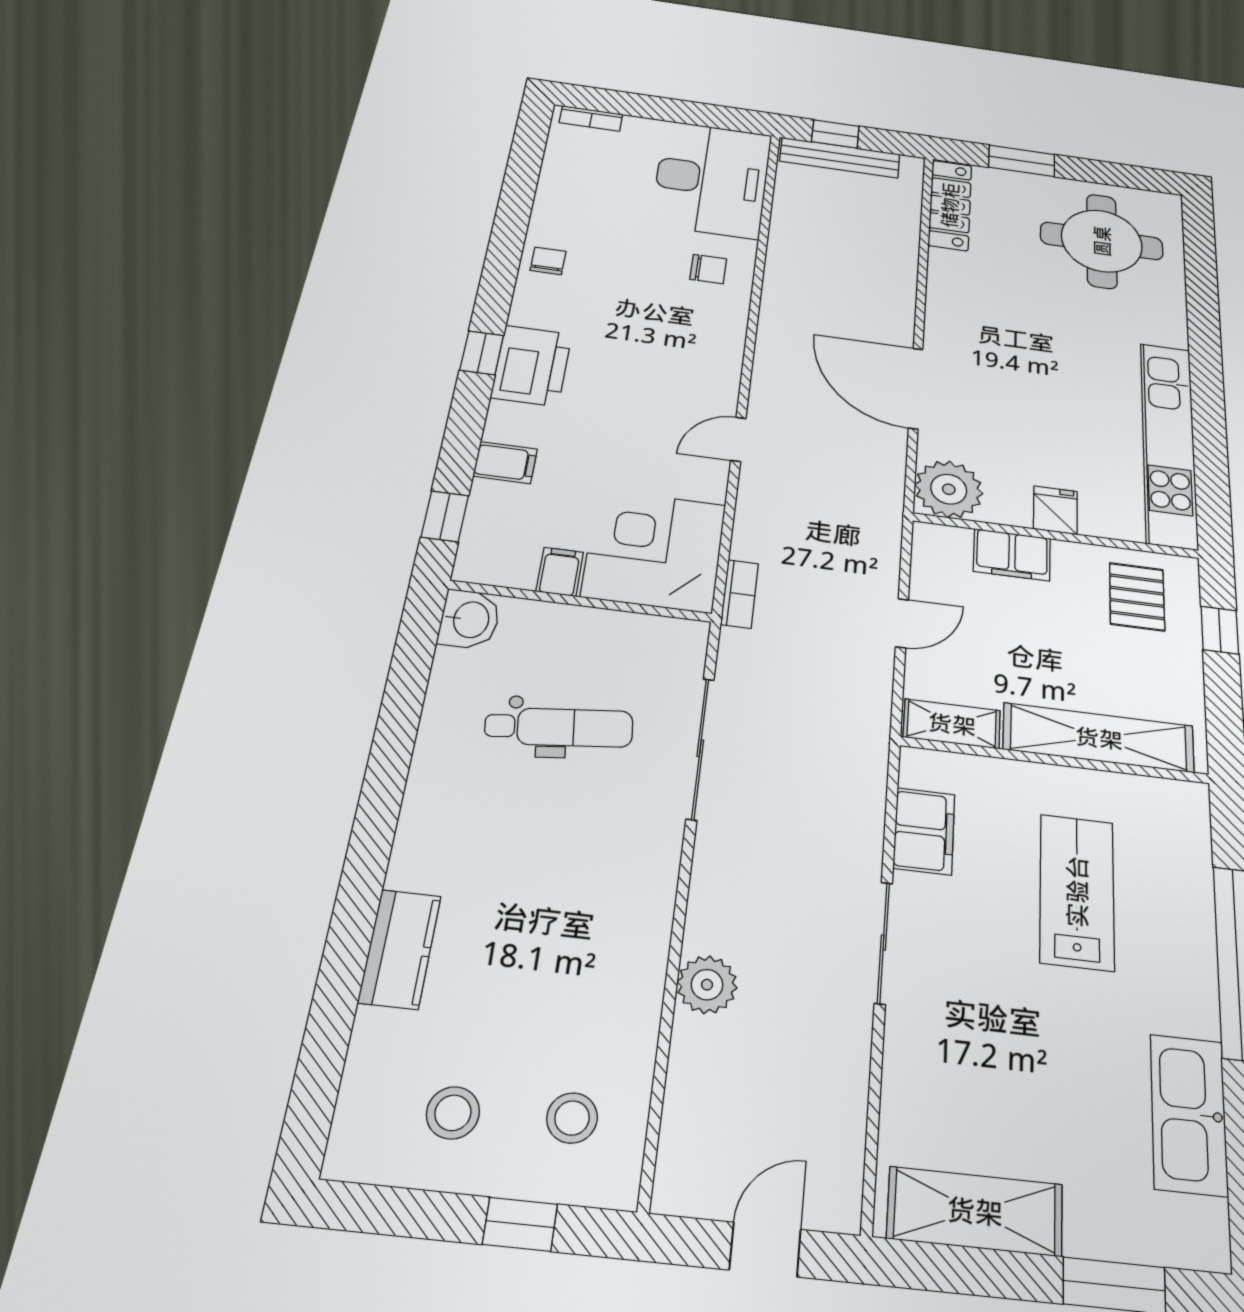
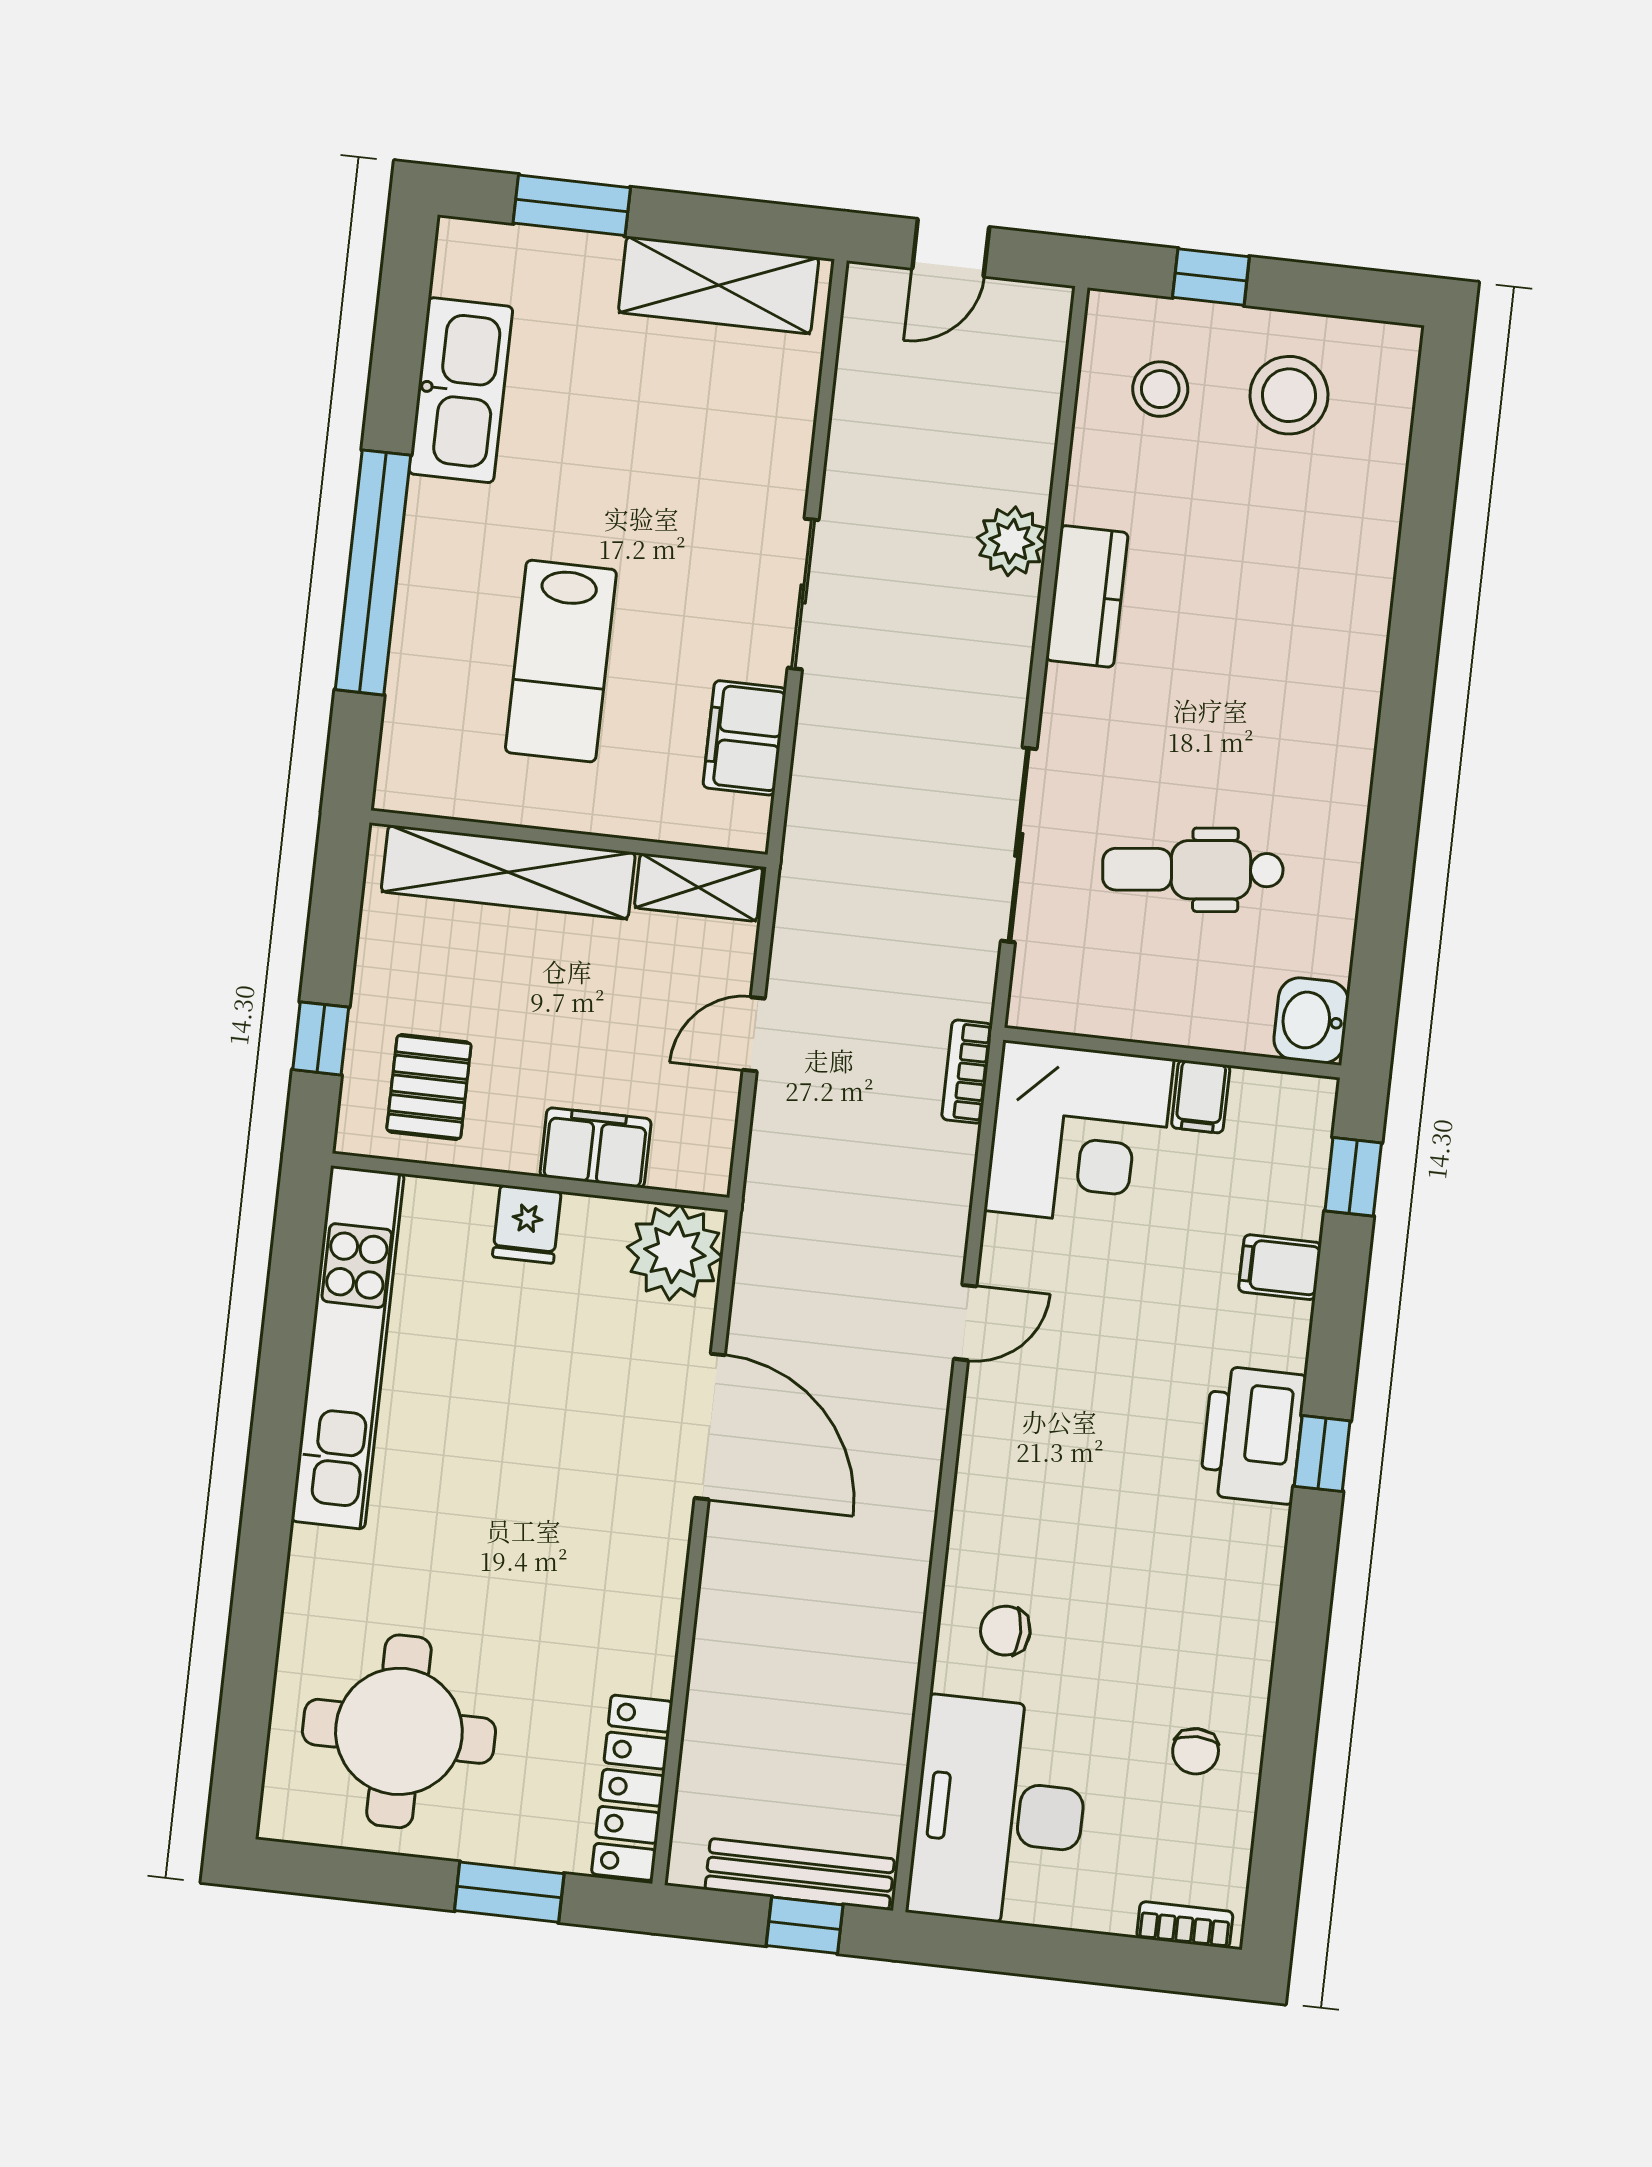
chair: (548, 261) -> (1196, 1751), moved
kitchen counter: (400, 949) -> (1087, 596), moved, turned 180
stool: (453, 1113) -> (1289, 395), width x1.38, depth x1.38

